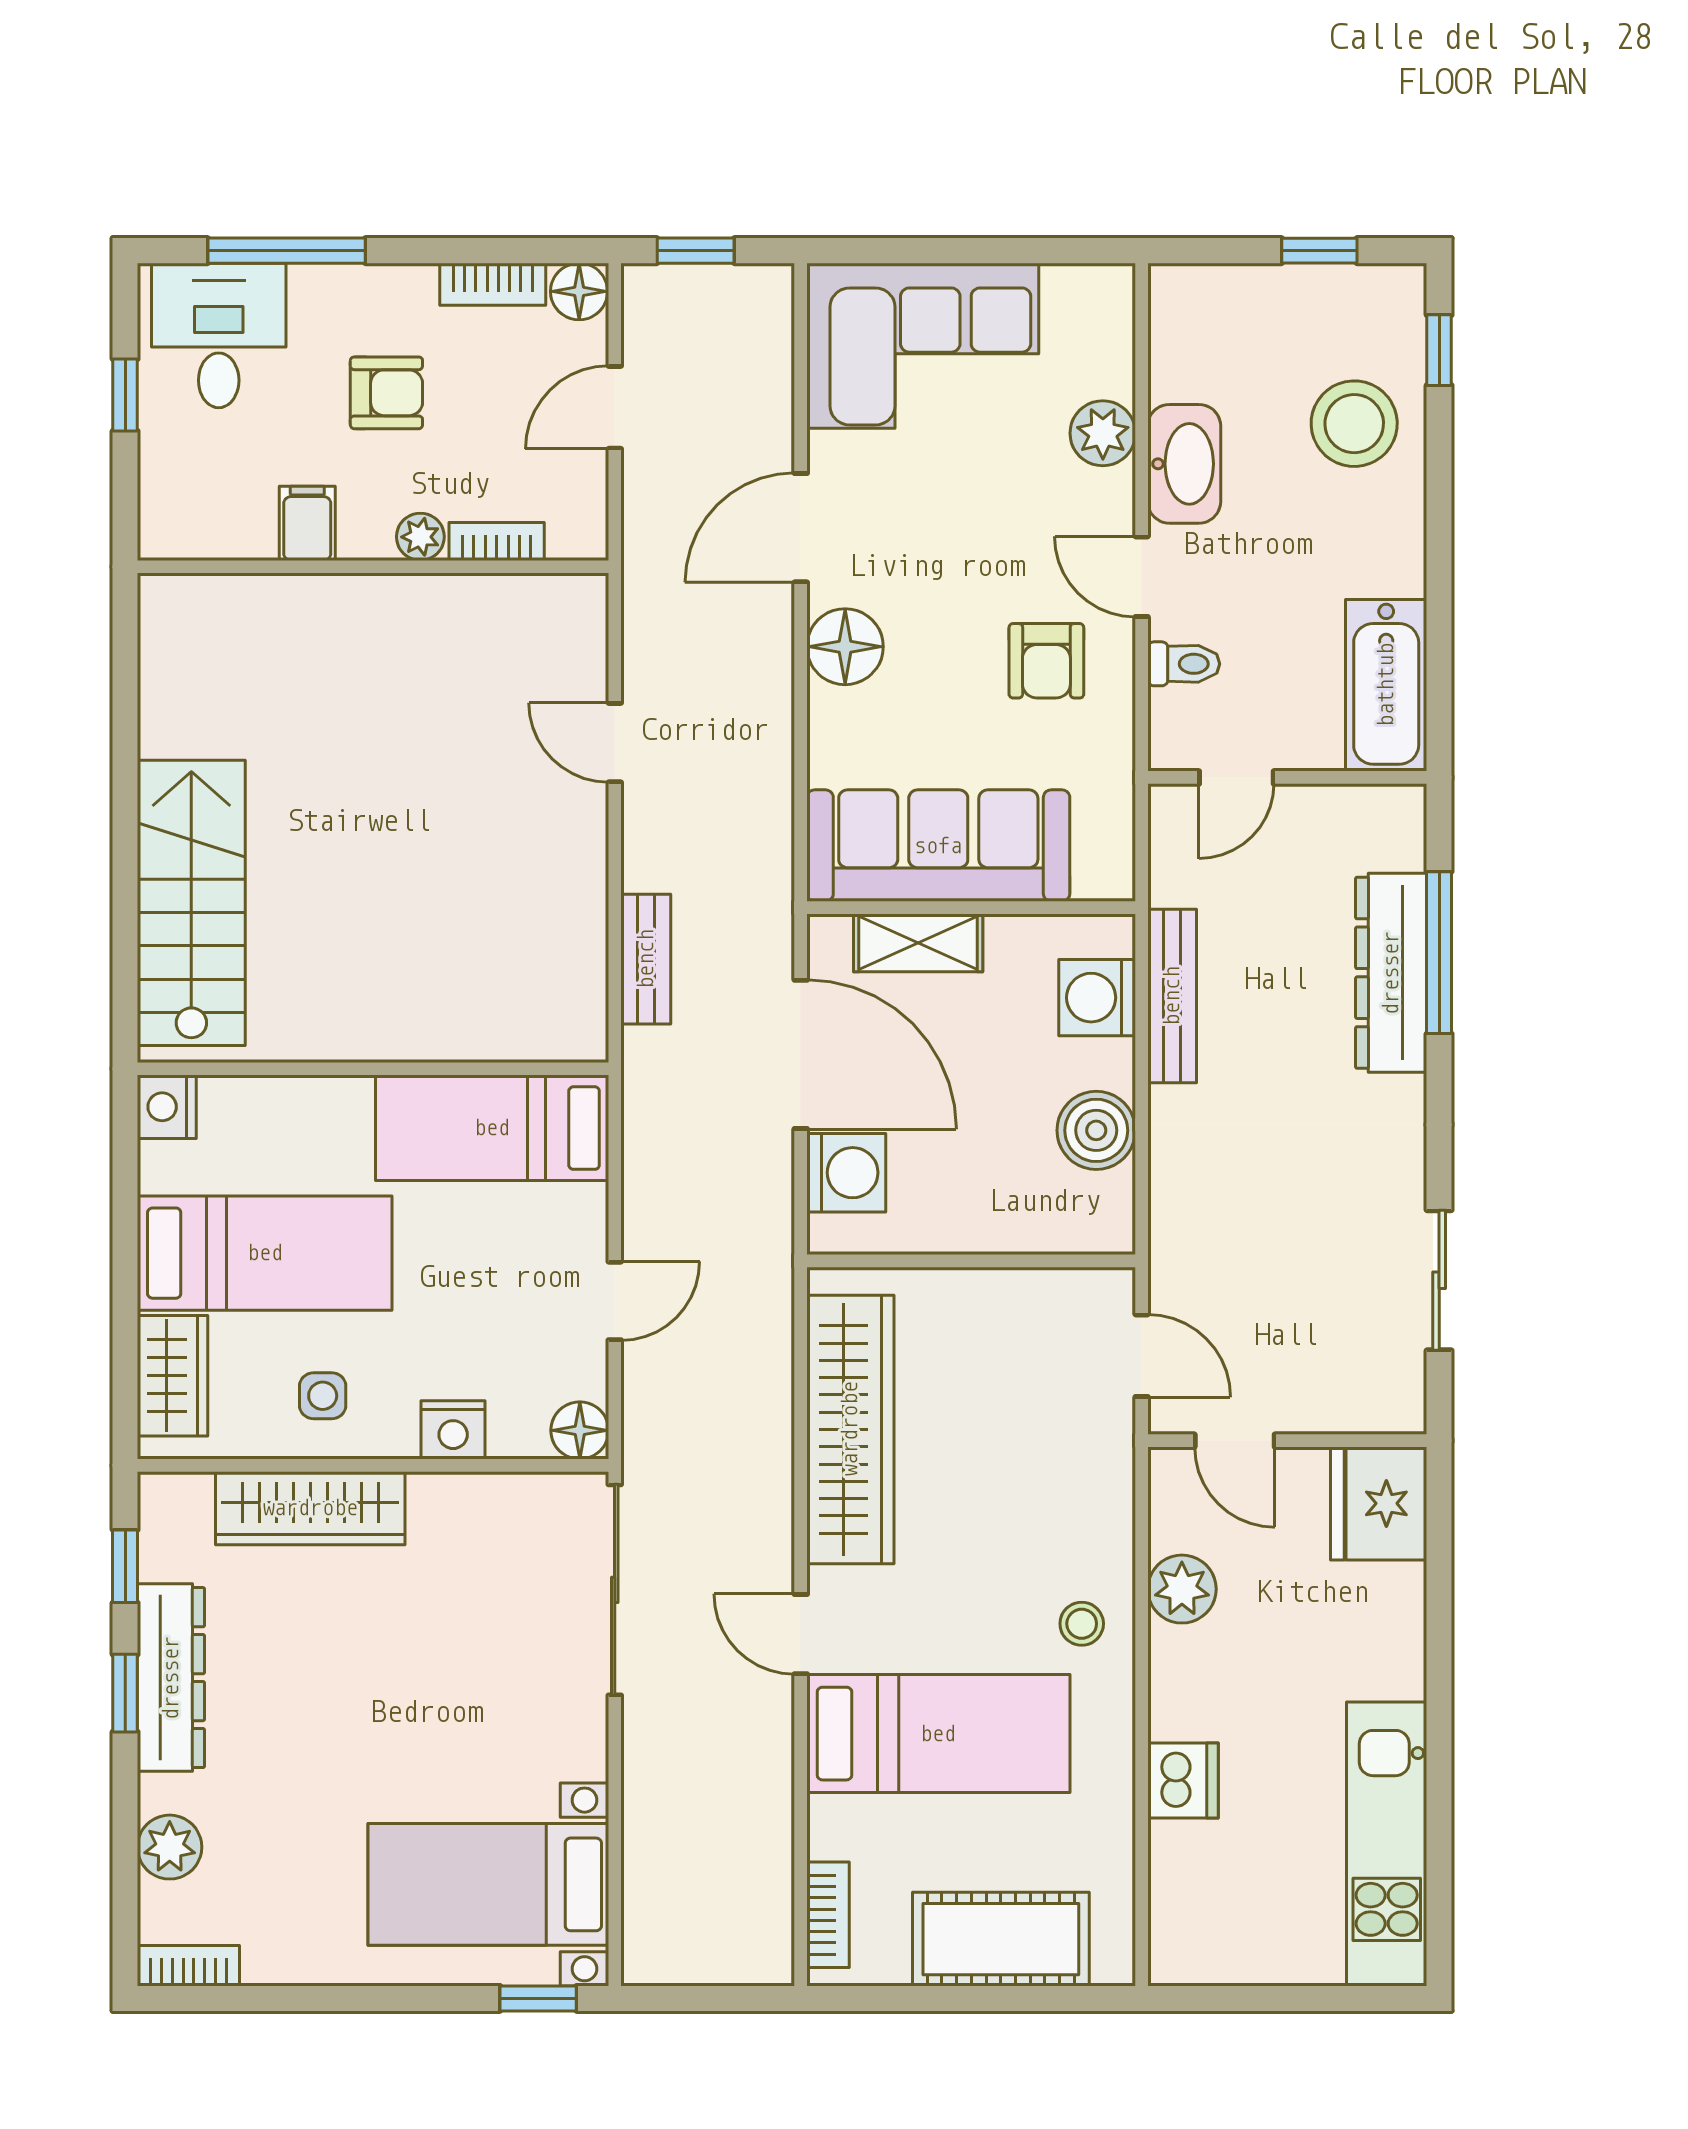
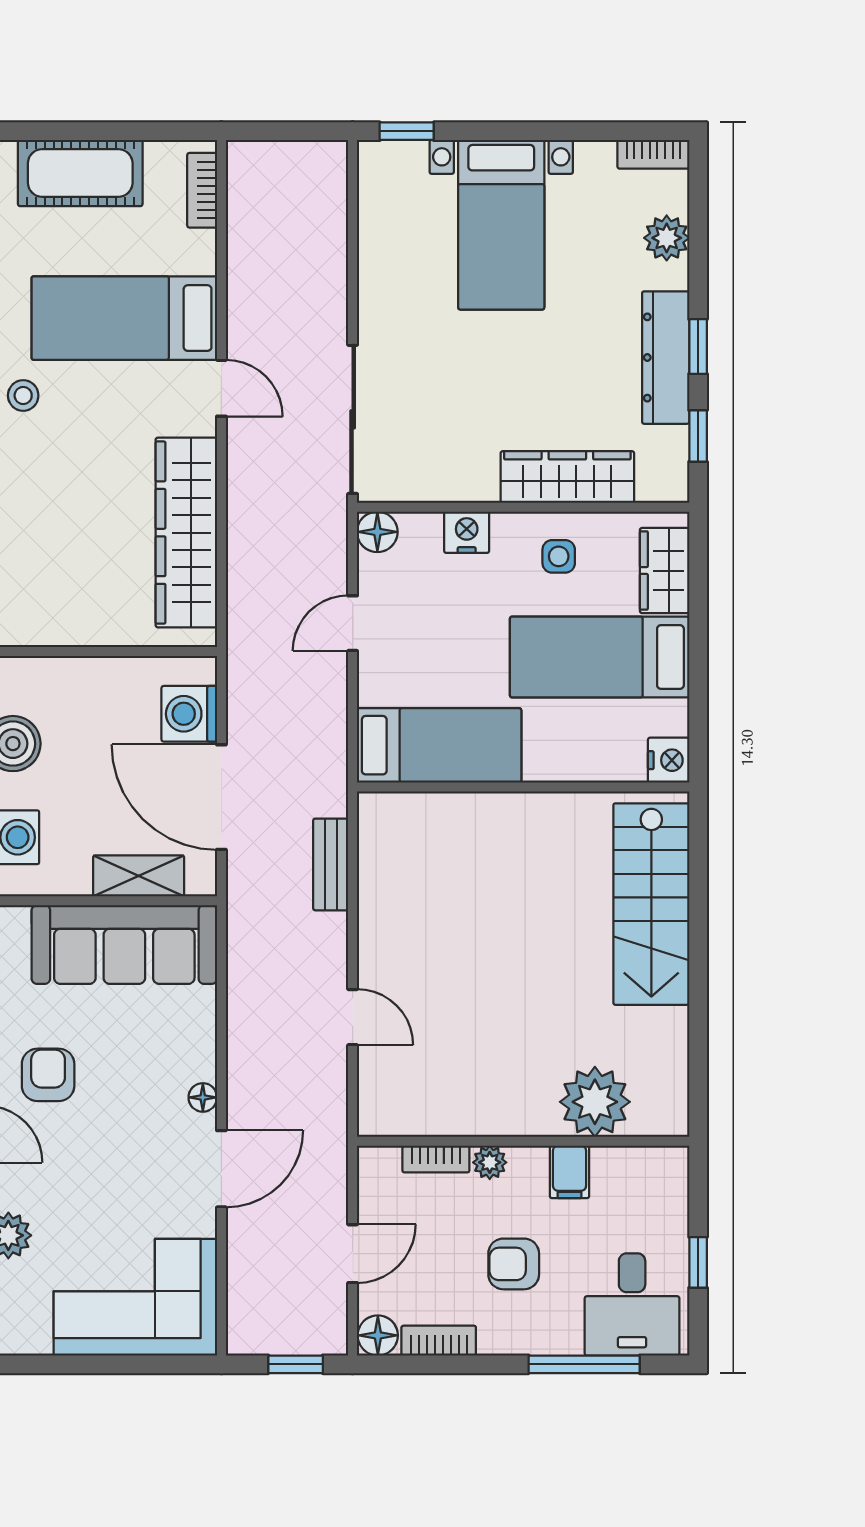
plant: (271, 623) -> (595, 1102), added
floor lamp: (845, 647) -> (203, 1097), width x0.53, depth x0.53
bed with nightstands: (488, 1884) -> (501, 225), moved, turned 90

